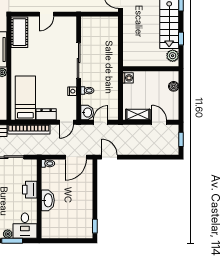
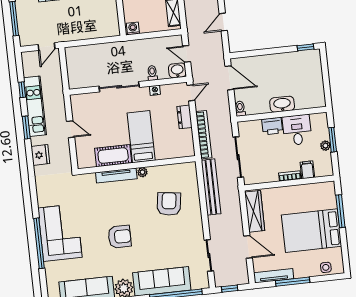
cot: (19, 32) -> (113, 156), moved
bed: (25, 98) -> (141, 137), moved, turned 90
door: (66, 122) -> (191, 93), hinge flipped
door: (109, 157) -> (223, 22), moved
desk: (25, 226) -> (297, 130), moved, turned -90

